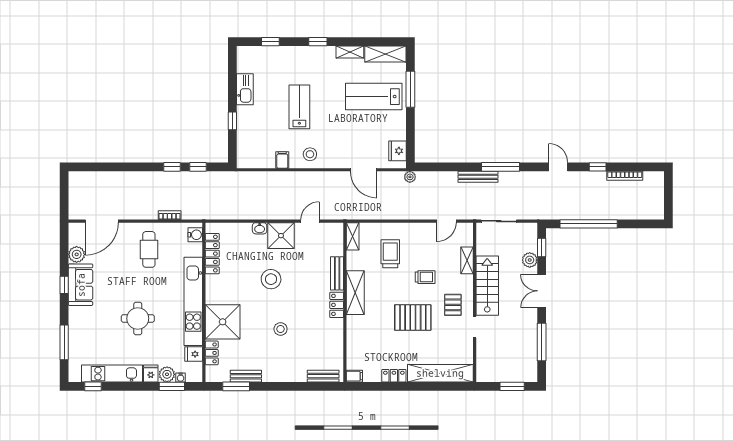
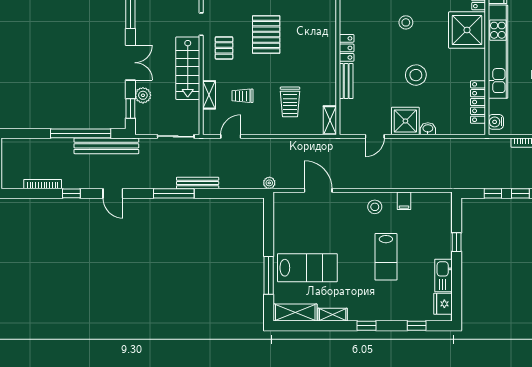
fridge: (397, 151) -> (443, 304), moved, turned 180
bench: (564, 212) -> (106, 146), added
trolley: (425, 277) -> (243, 96), moved
shelving: (355, 293) -> (327, 61), removed
pallet: (413, 318) -> (266, 35), turned 90

